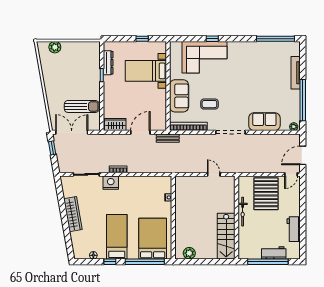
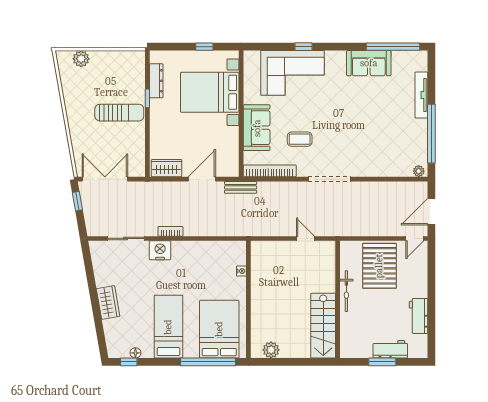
bed with nightstands: (146, 71) -> (210, 92), width x1.36
sun lounger: (82, 106) -> (119, 113), moved
sofa: (264, 122) -> (369, 63), moved, turned 180
wardrobe: (73, 214) -> (108, 302), width x0.67
window: (110, 262) -> (129, 362), moved
window: (268, 262) -> (382, 362), width x0.47

